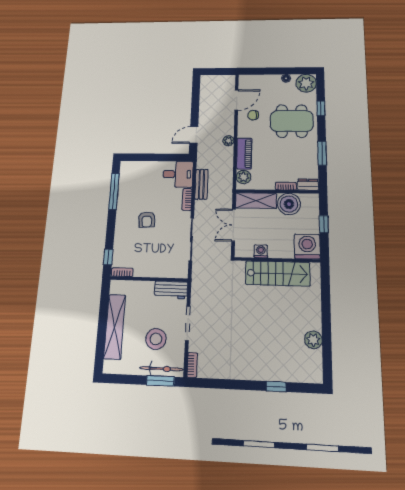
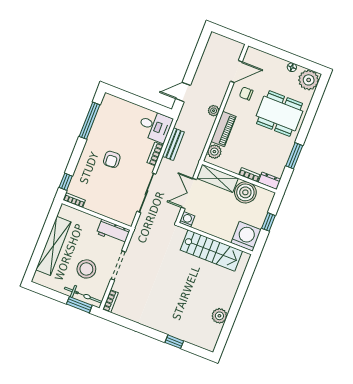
window: (321, 108) -> (312, 111), removed
washing machine: (261, 251) -> (187, 219), moved

